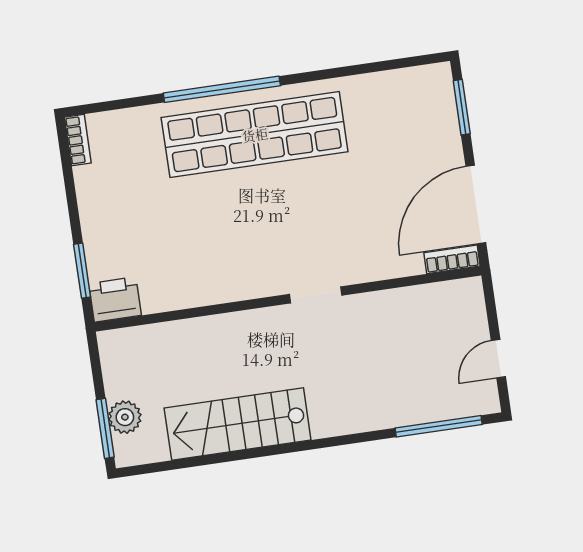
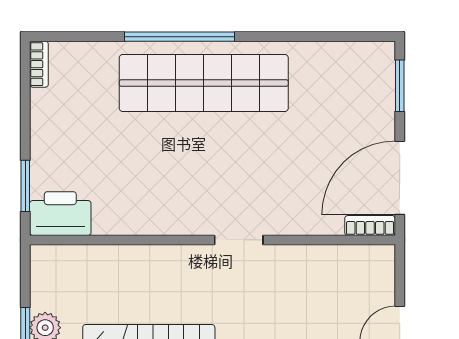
printer: (115, 299) -> (60, 214), width x1.37, depth x1.19

